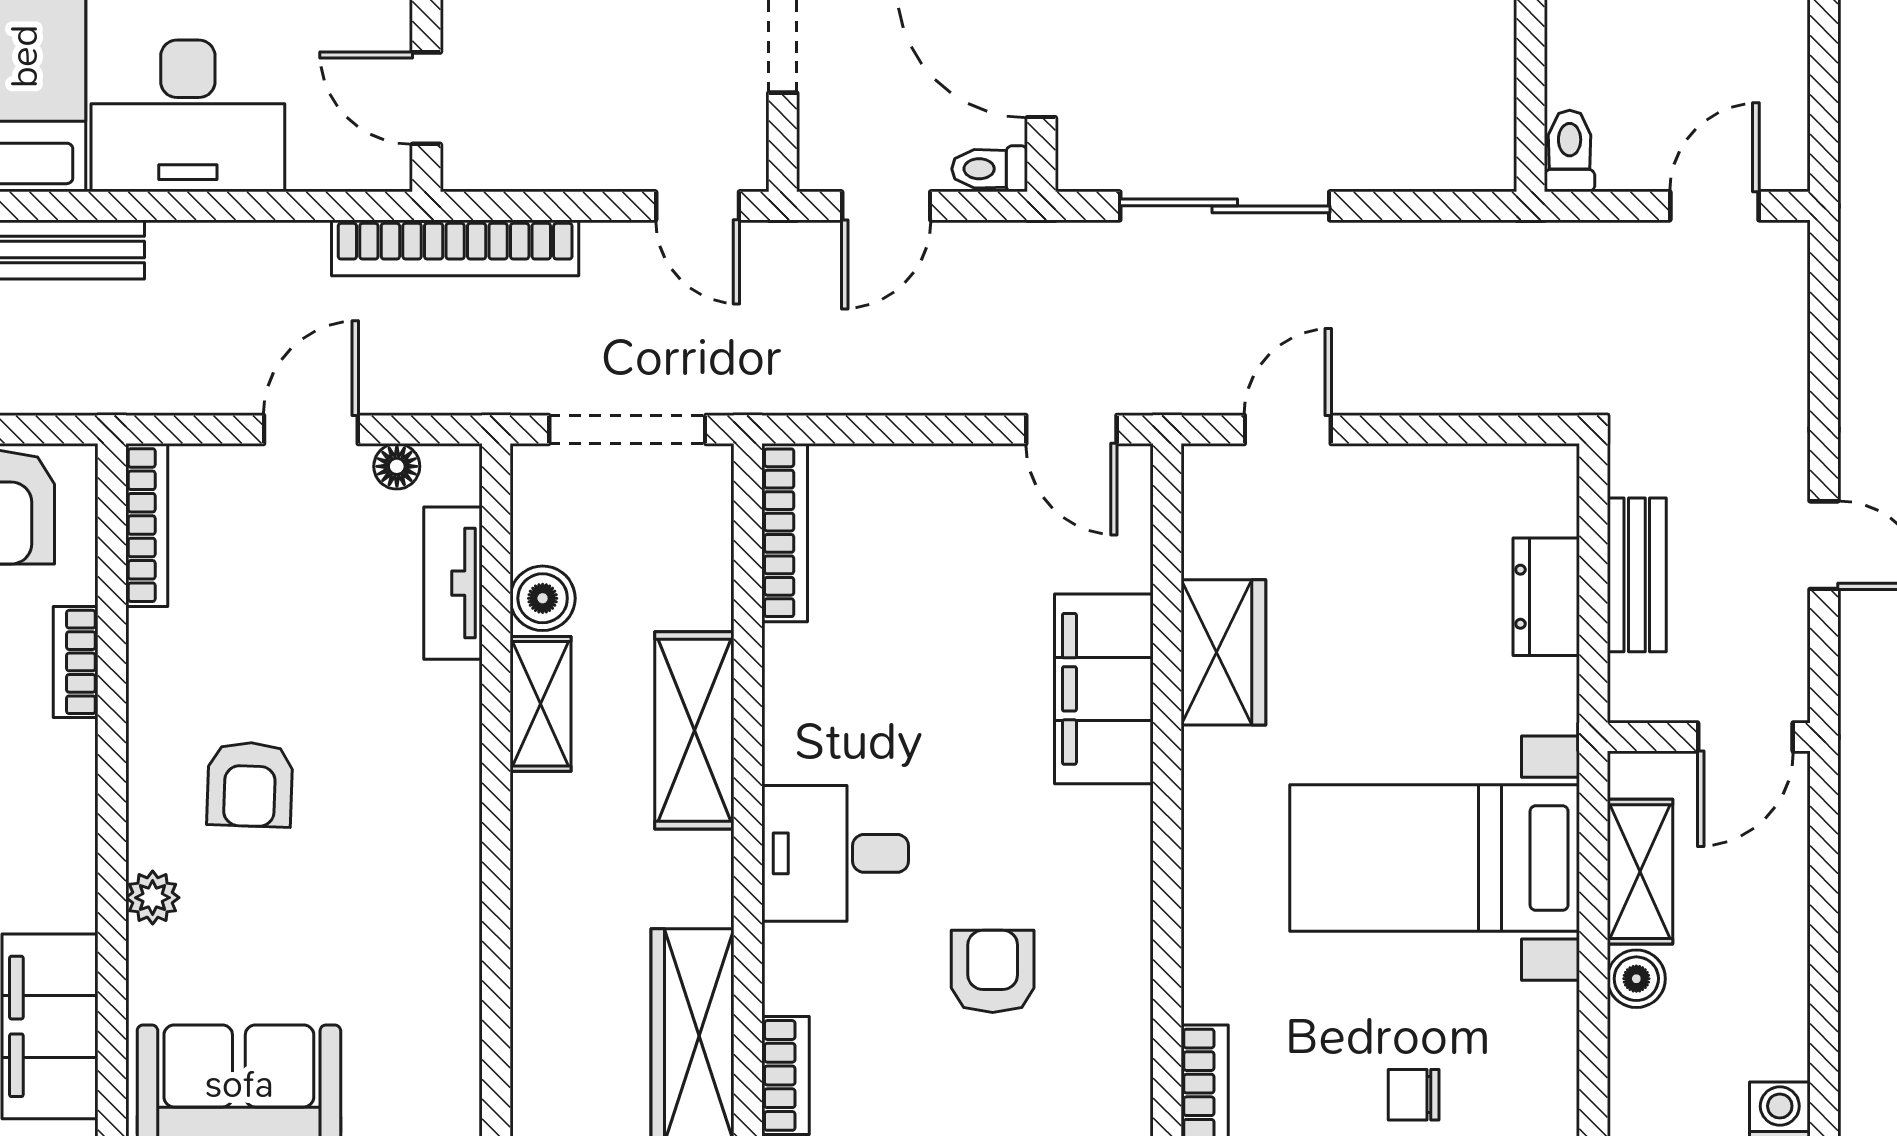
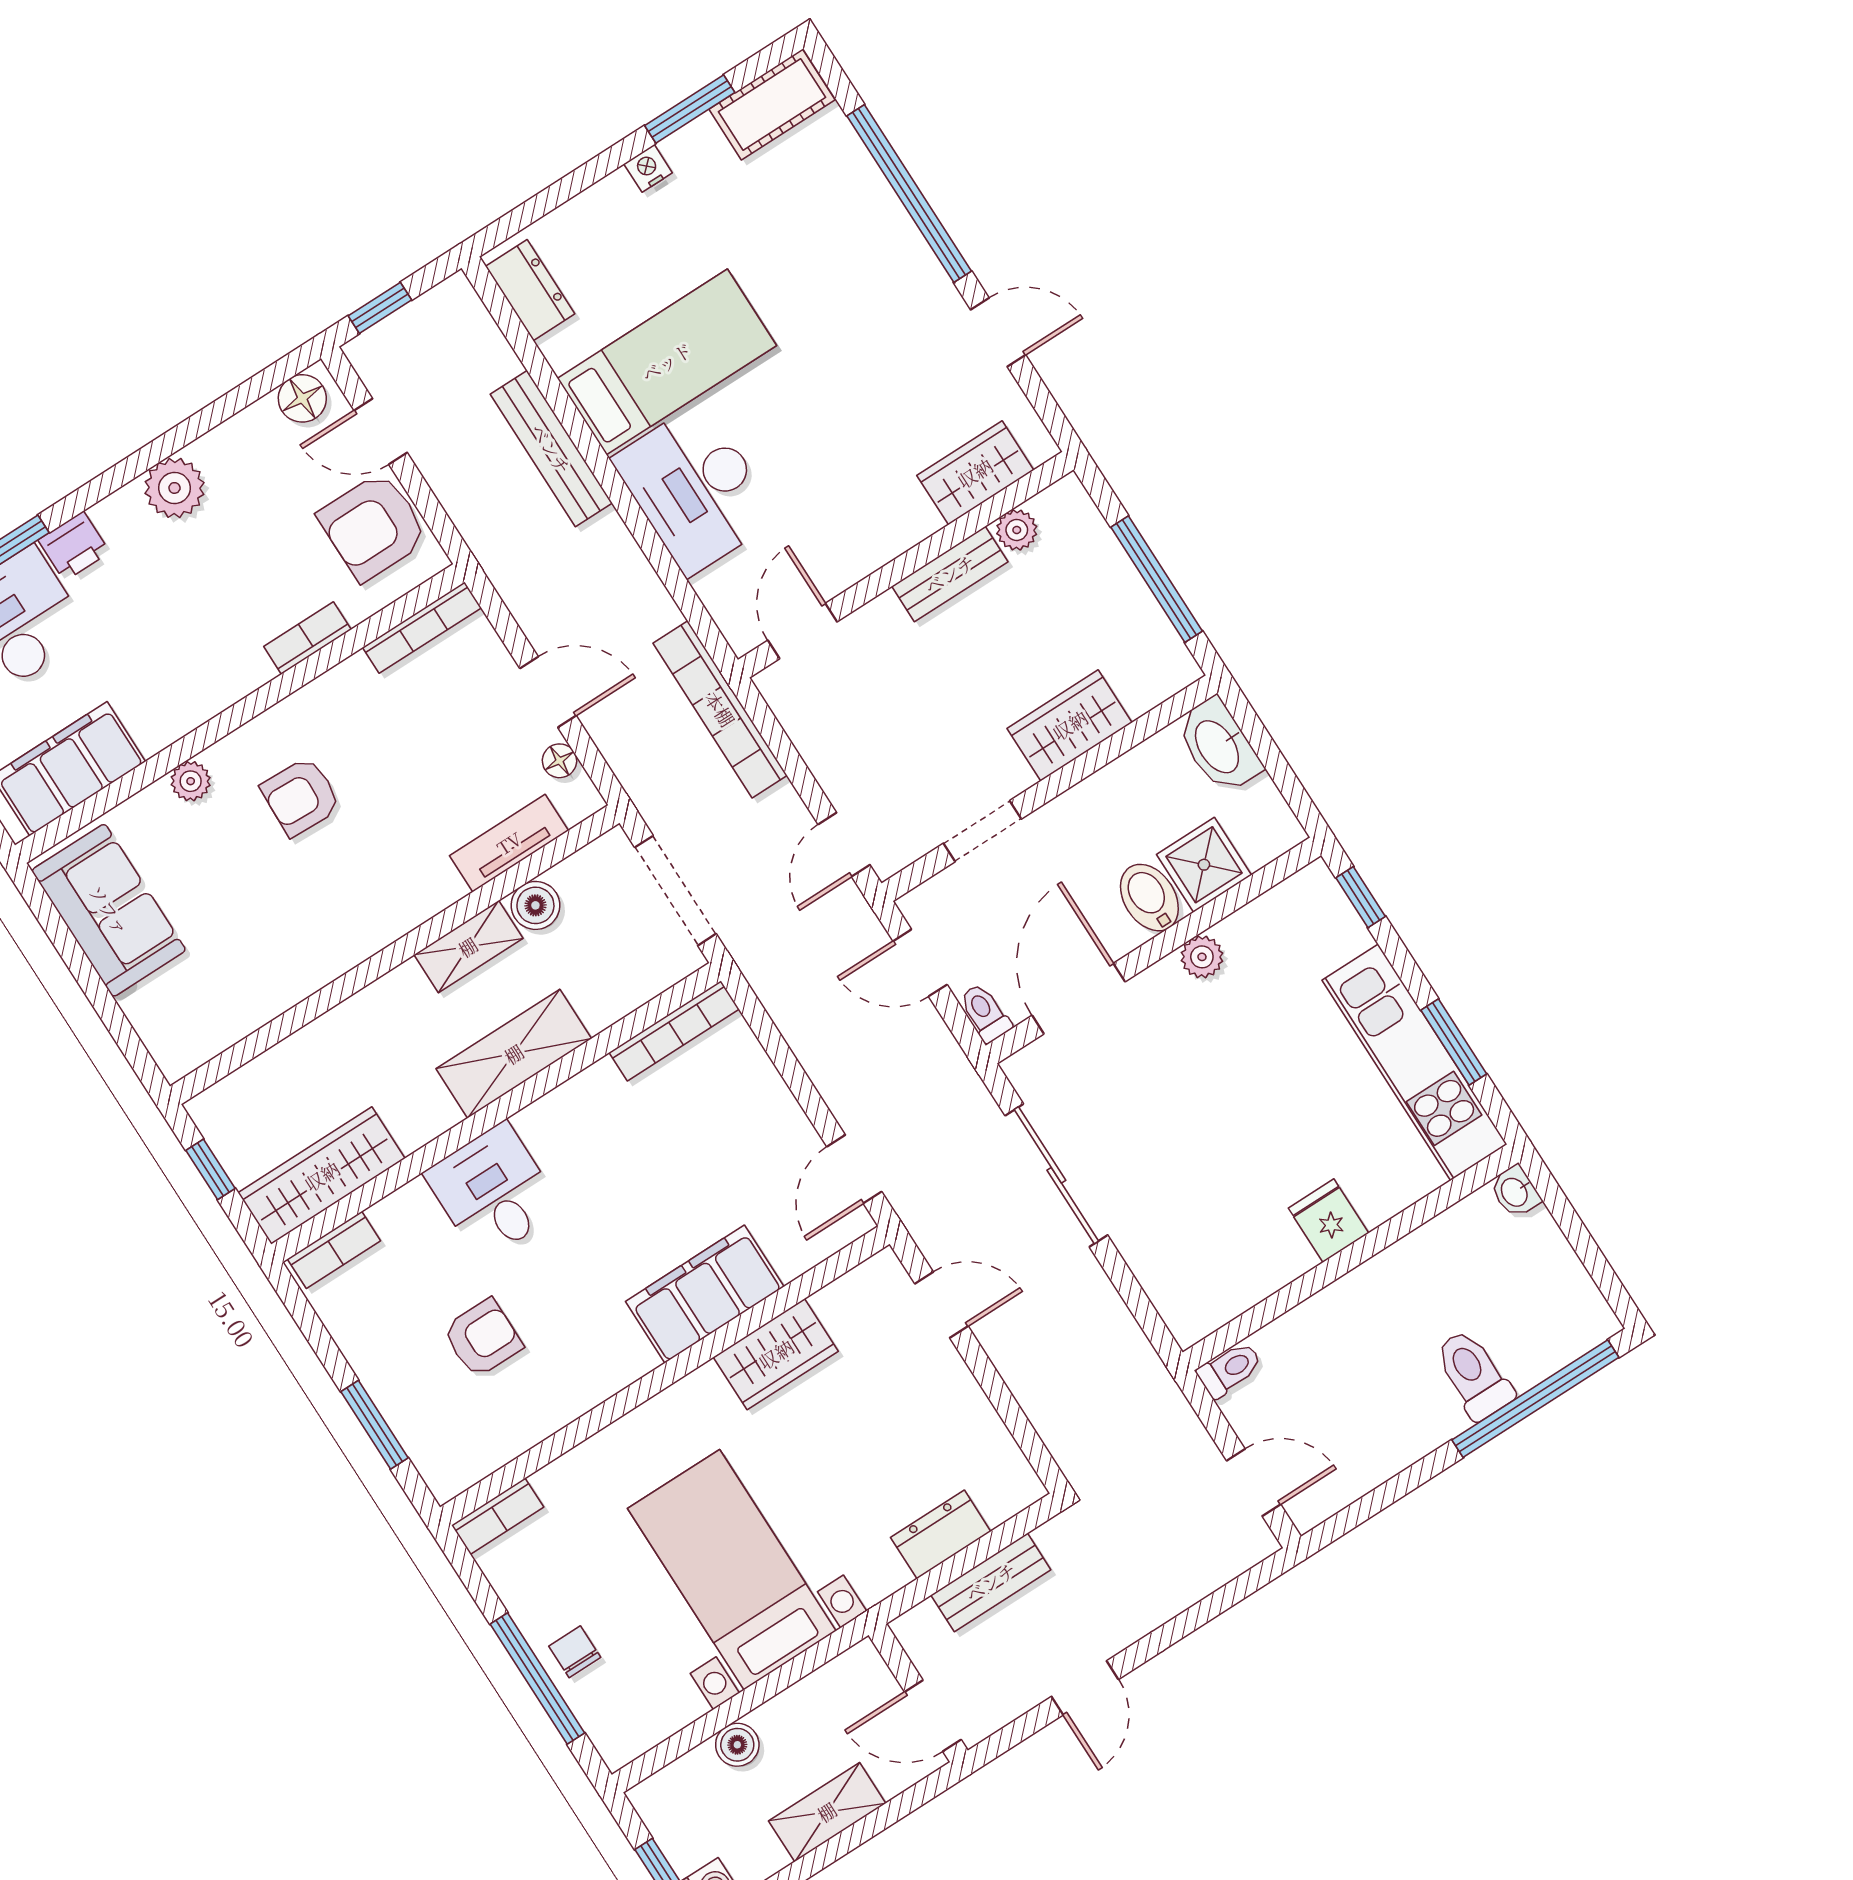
shelving: (1640, 872) -> (827, 1812), moved

